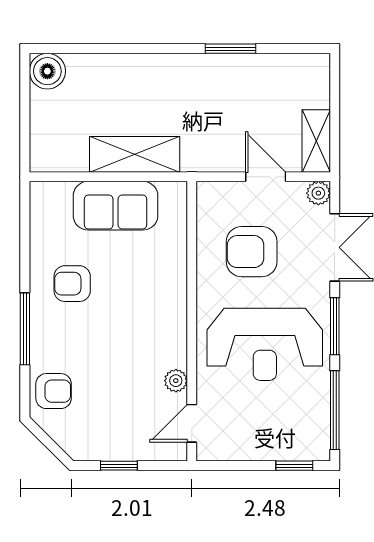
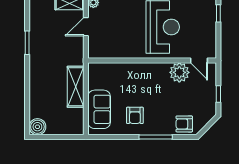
sofa: (116, 206) -> (99, 109), moved
armchair: (252, 252) -> (120, 33), removed
plant: (176, 381) -> (179, 72), width x1.87, depth x1.87
armchair: (54, 391) -> (184, 124), turned -90

